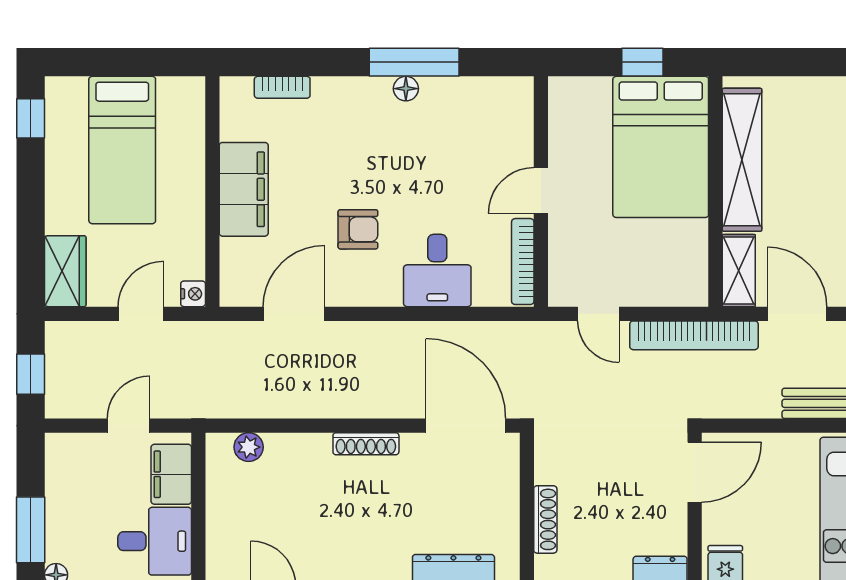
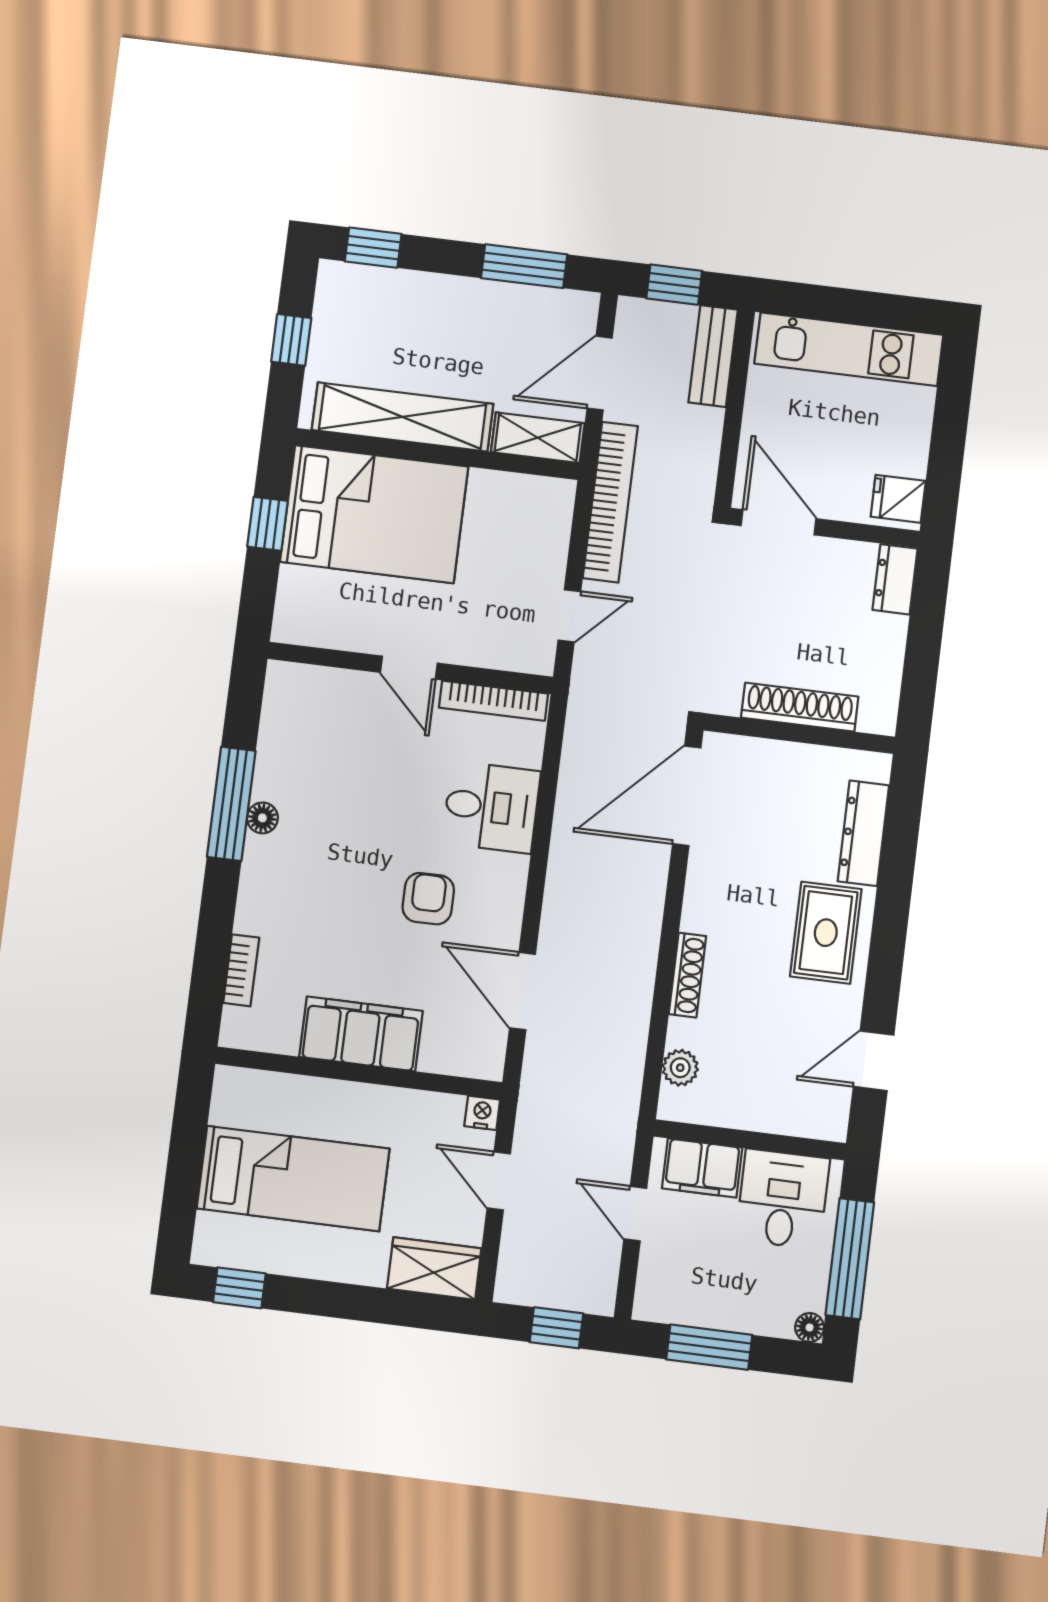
window: (793, 62) -> (291, 340), added
shoe rack: (366, 444) -> (687, 975), moved
shoe rack: (545, 519) -> (800, 707), width x1.36, depth x1.24
window: (31, 530) -> (709, 1347), moved
rug: (370, 550) -> (826, 933), added

